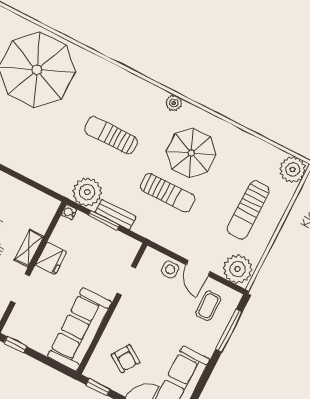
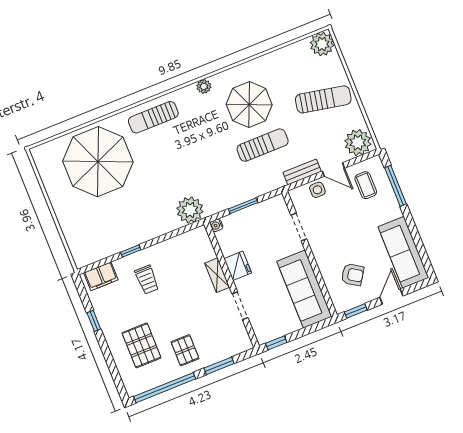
sun lounger: (111, 135) -> (153, 117), moved
plant: (87, 192) -> (190, 210), moved
sun lounger: (248, 210) -> (323, 99), turned -79
bench: (116, 215) -> (302, 172), moved

